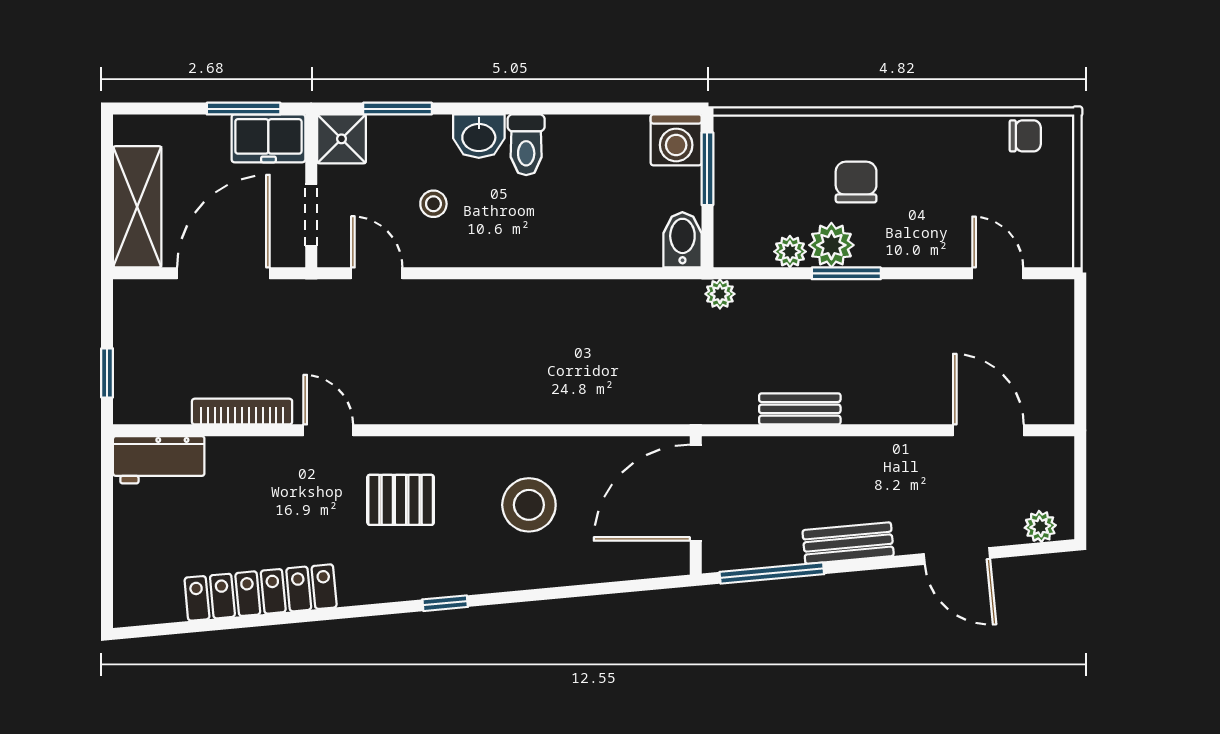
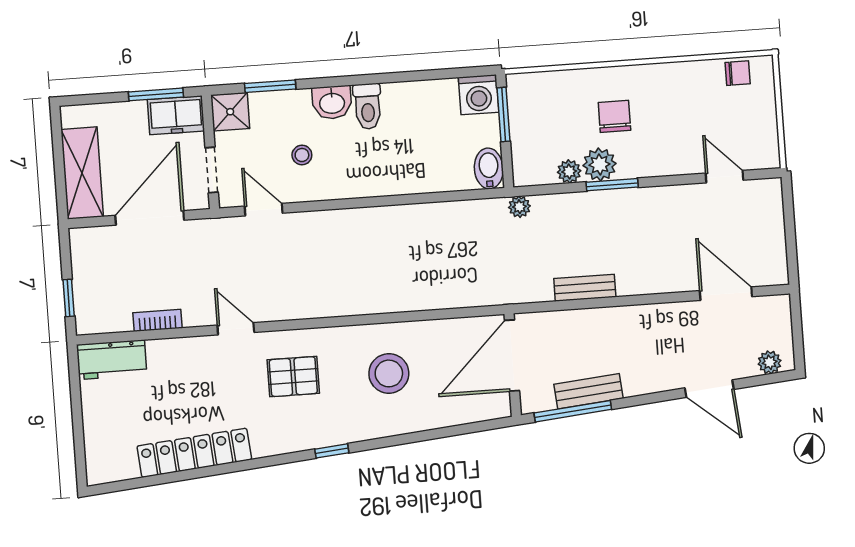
bookcase: (242, 412) -> (157, 320), width x0.64
bench: (848, 543) -> (589, 391), moved

